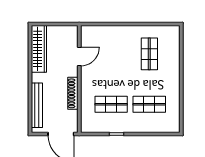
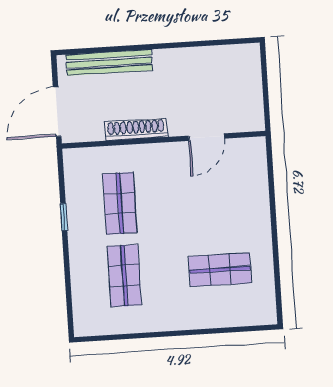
wardrobe: (39, 49) -> (216, 60), removed
door: (79, 56) -> (207, 137), hinge flipped

